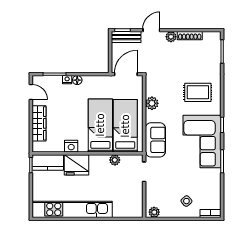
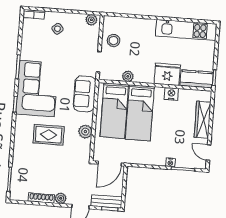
floor lamp: (77, 80) -> (160, 161), removed
rug: (198, 92) -> (49, 135), moved
stool: (131, 194) -> (114, 40), added
kitchen unit: (72, 209) -> (186, 30), width x0.73

